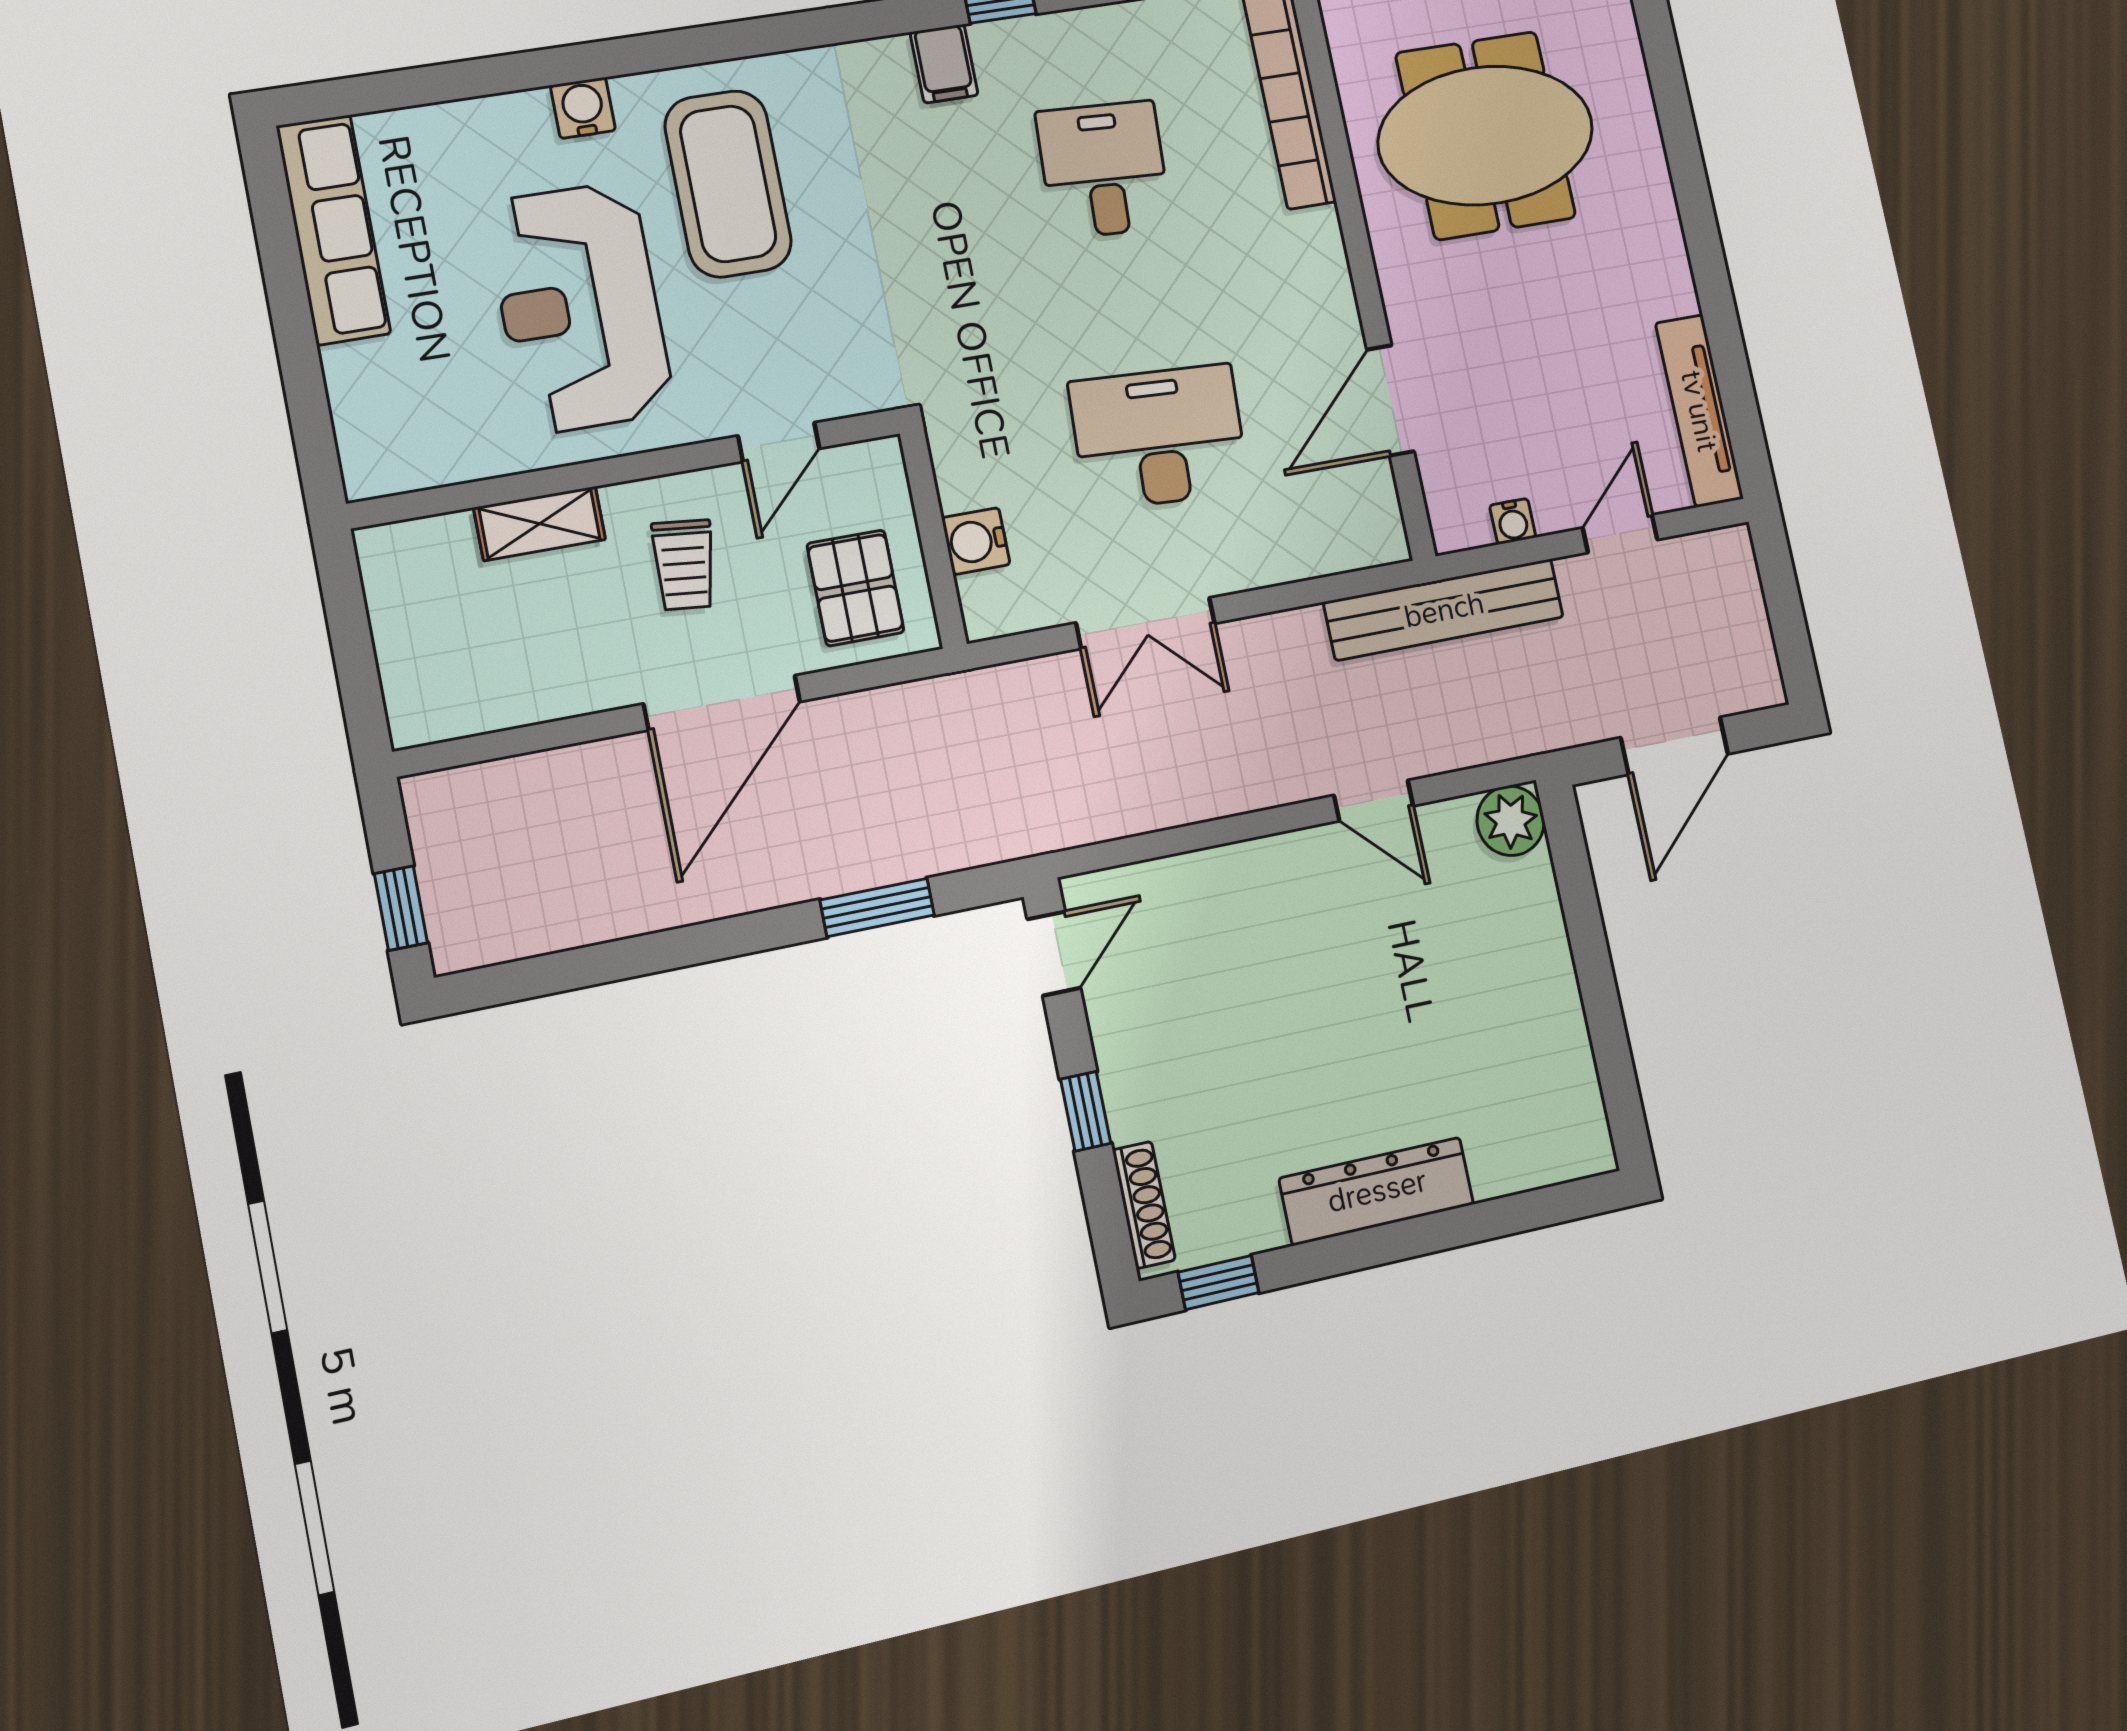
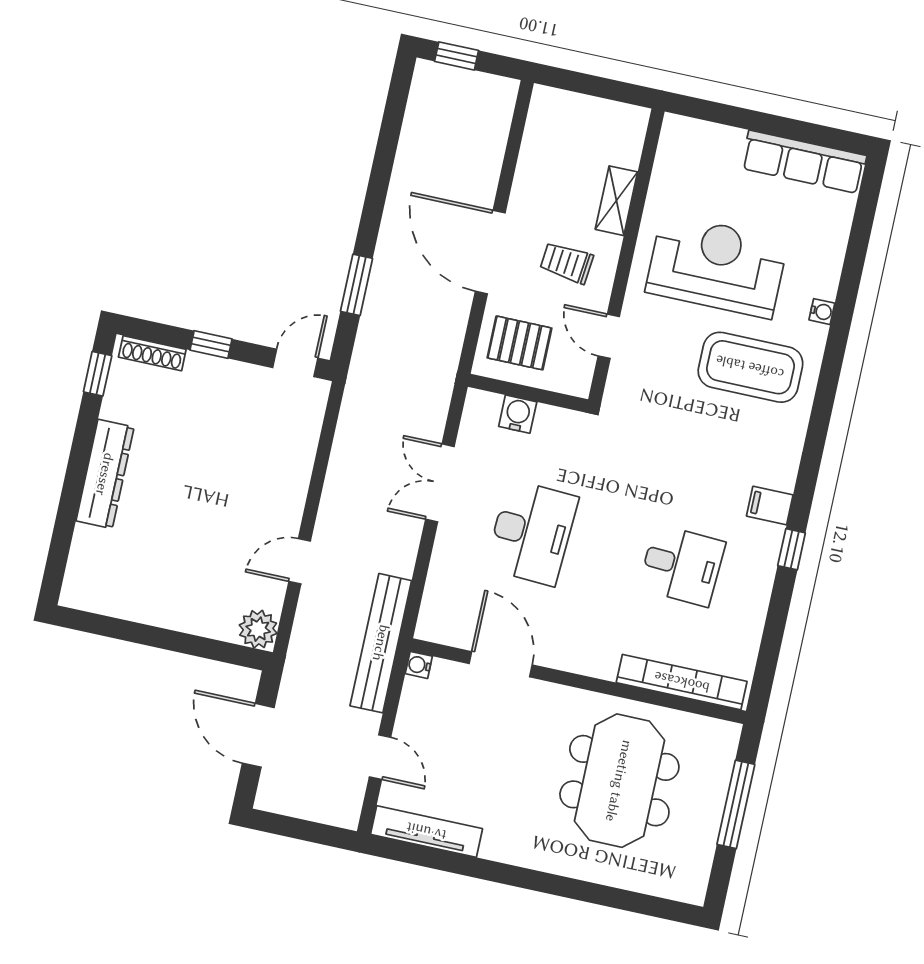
water cooler: (583, 108) -> (822, 312), width x0.72, depth x0.72
water cooler: (1513, 521) -> (419, 665), moved
door: (1054, 954) -> (295, 363), swing flipped

